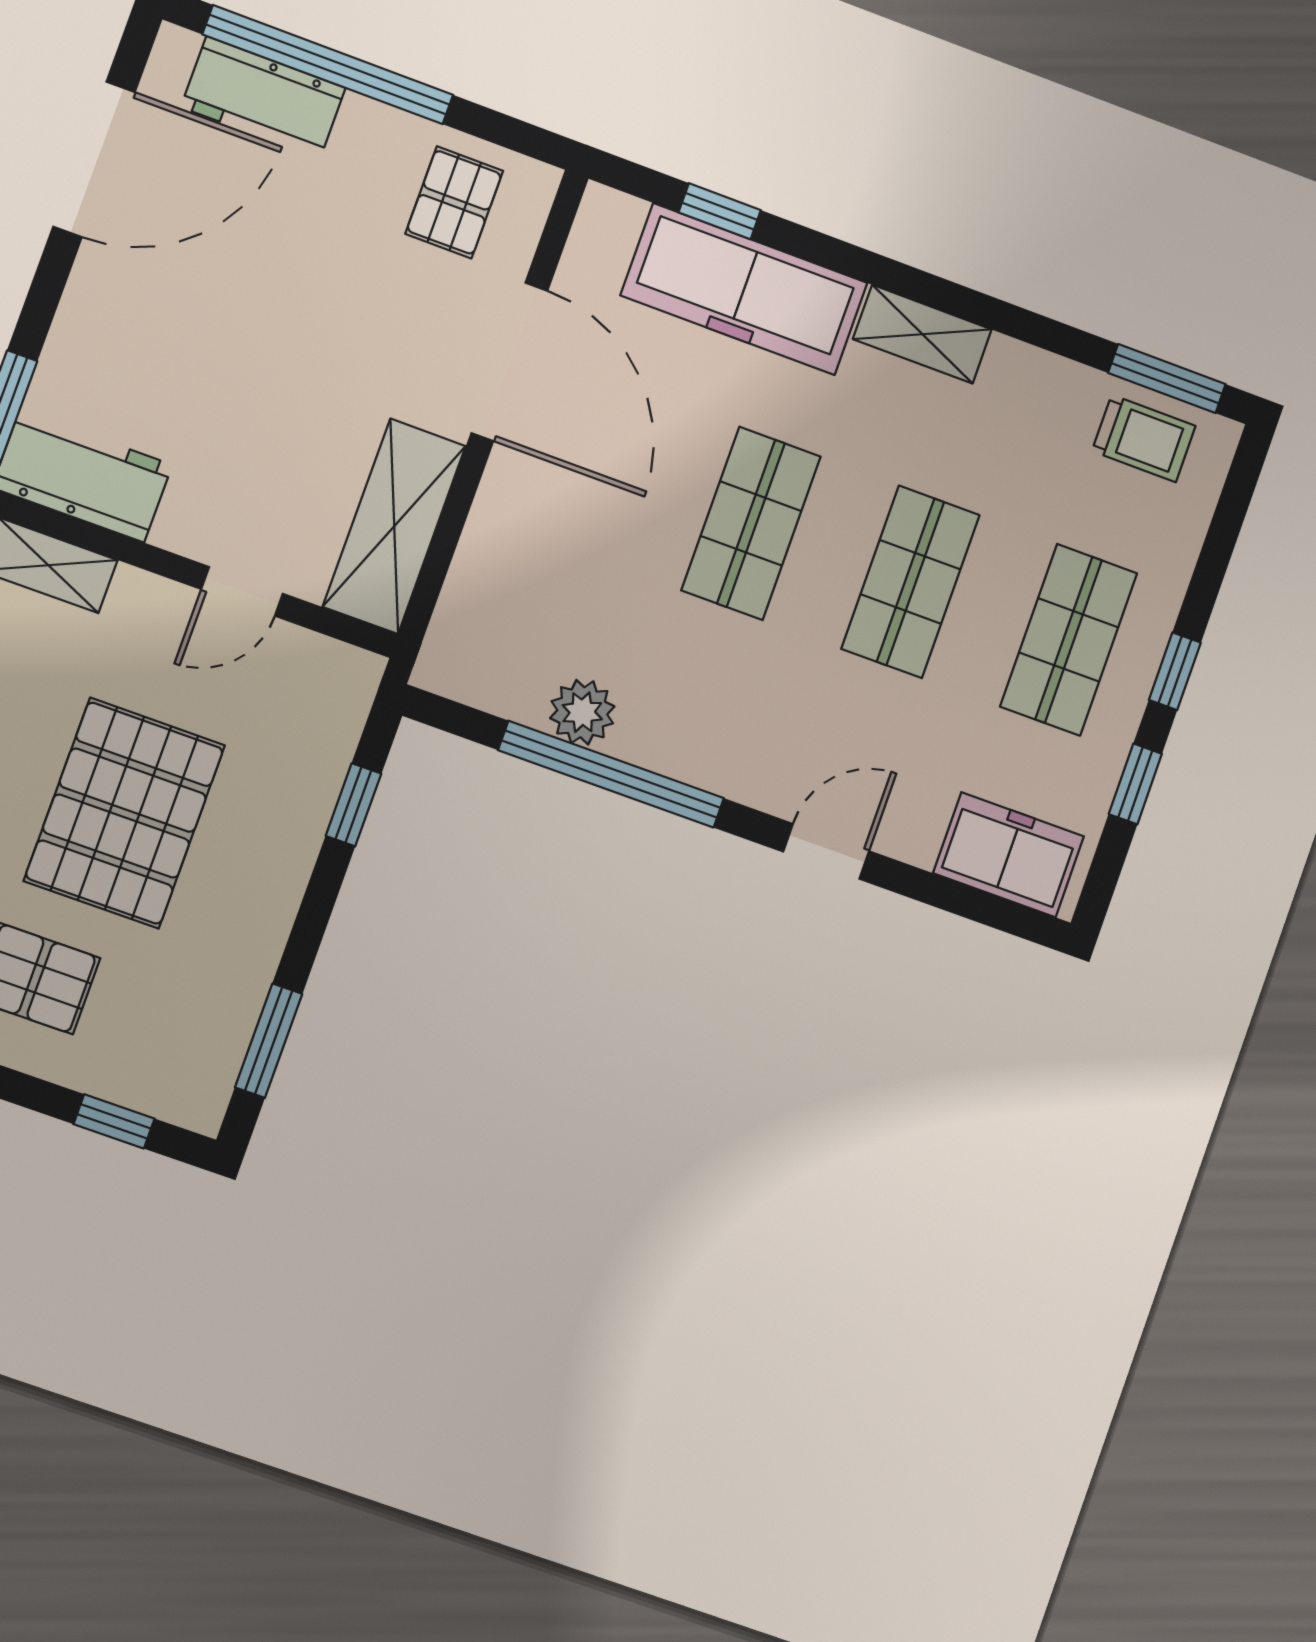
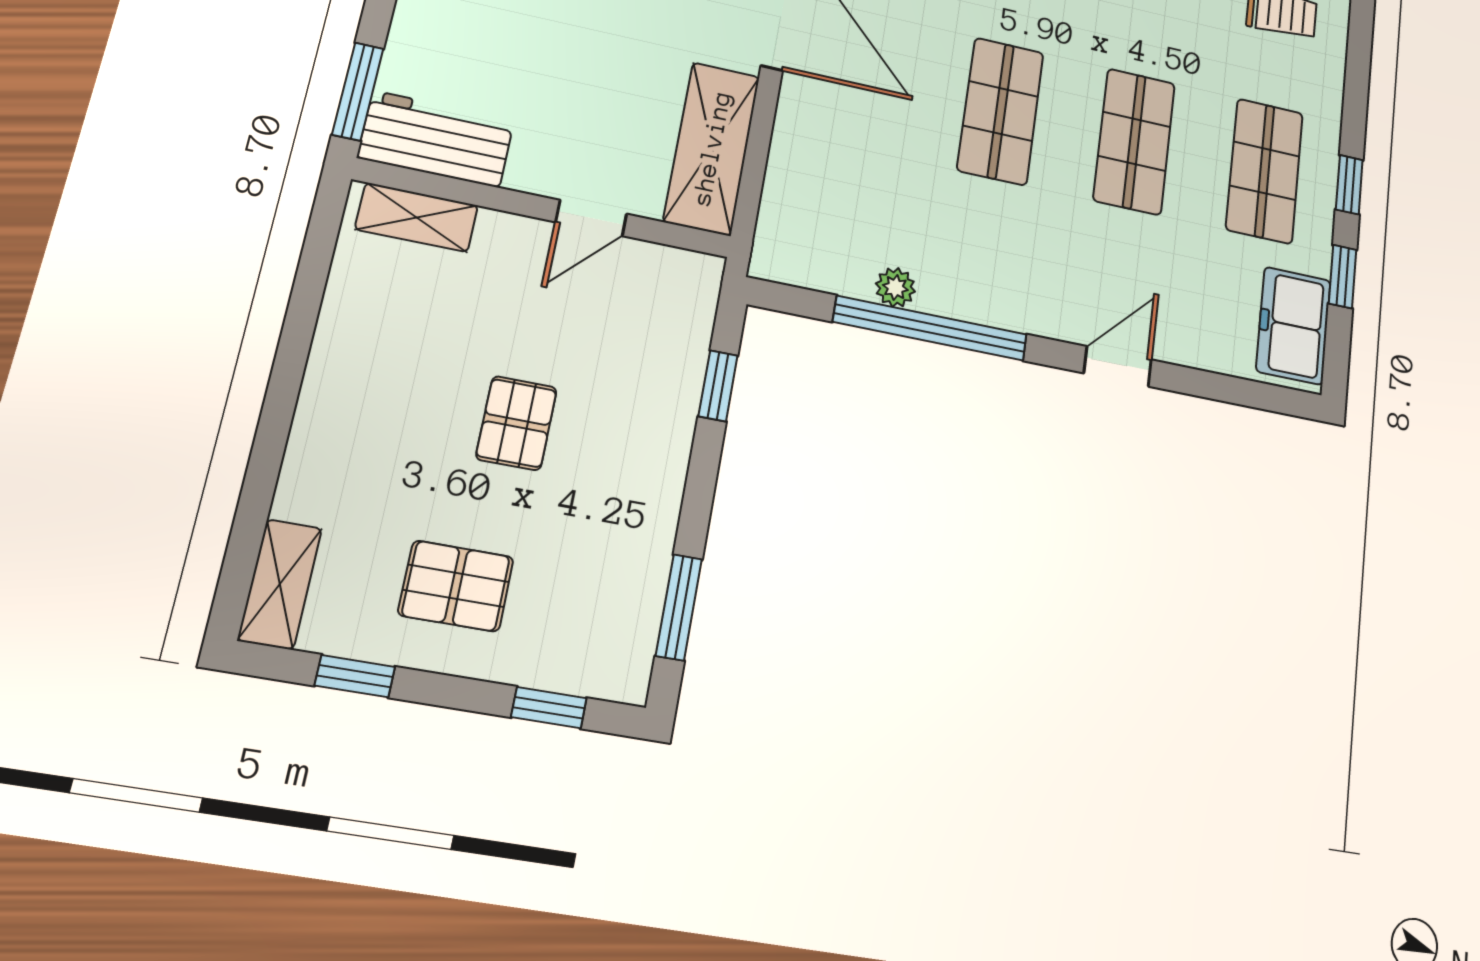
plant: (582, 712) -> (895, 287), width x0.73, depth x0.73
pallet: (124, 813) -> (516, 423), width x0.49, depth x0.50
freezer: (1009, 855) -> (1293, 326), moved, turned -90

